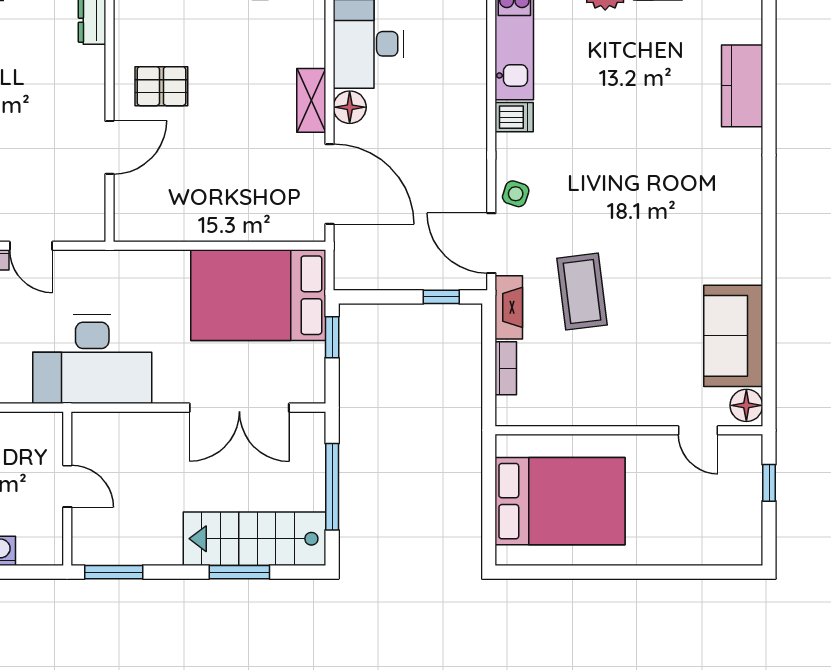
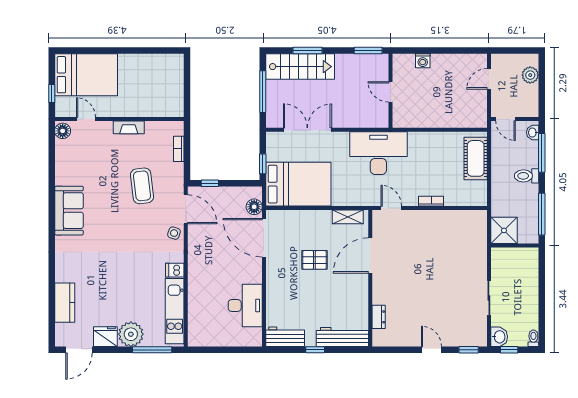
pallet: (161, 86) -> (314, 260), moved
kitchen counter: (742, 86) -> (65, 303), moved
shelving: (311, 100) -> (348, 217), moved, turned 90
floor lamp: (350, 107) -> (254, 207), moved
door: (109, 147) -> (370, 255), width x1.36
door: (31, 246) -> (391, 208), moved
fireplace: (509, 307) -> (129, 127), moved, turned -90
sofa: (733, 336) -> (69, 211), moved
bed: (560, 501) -> (86, 75), moved, turned 180

